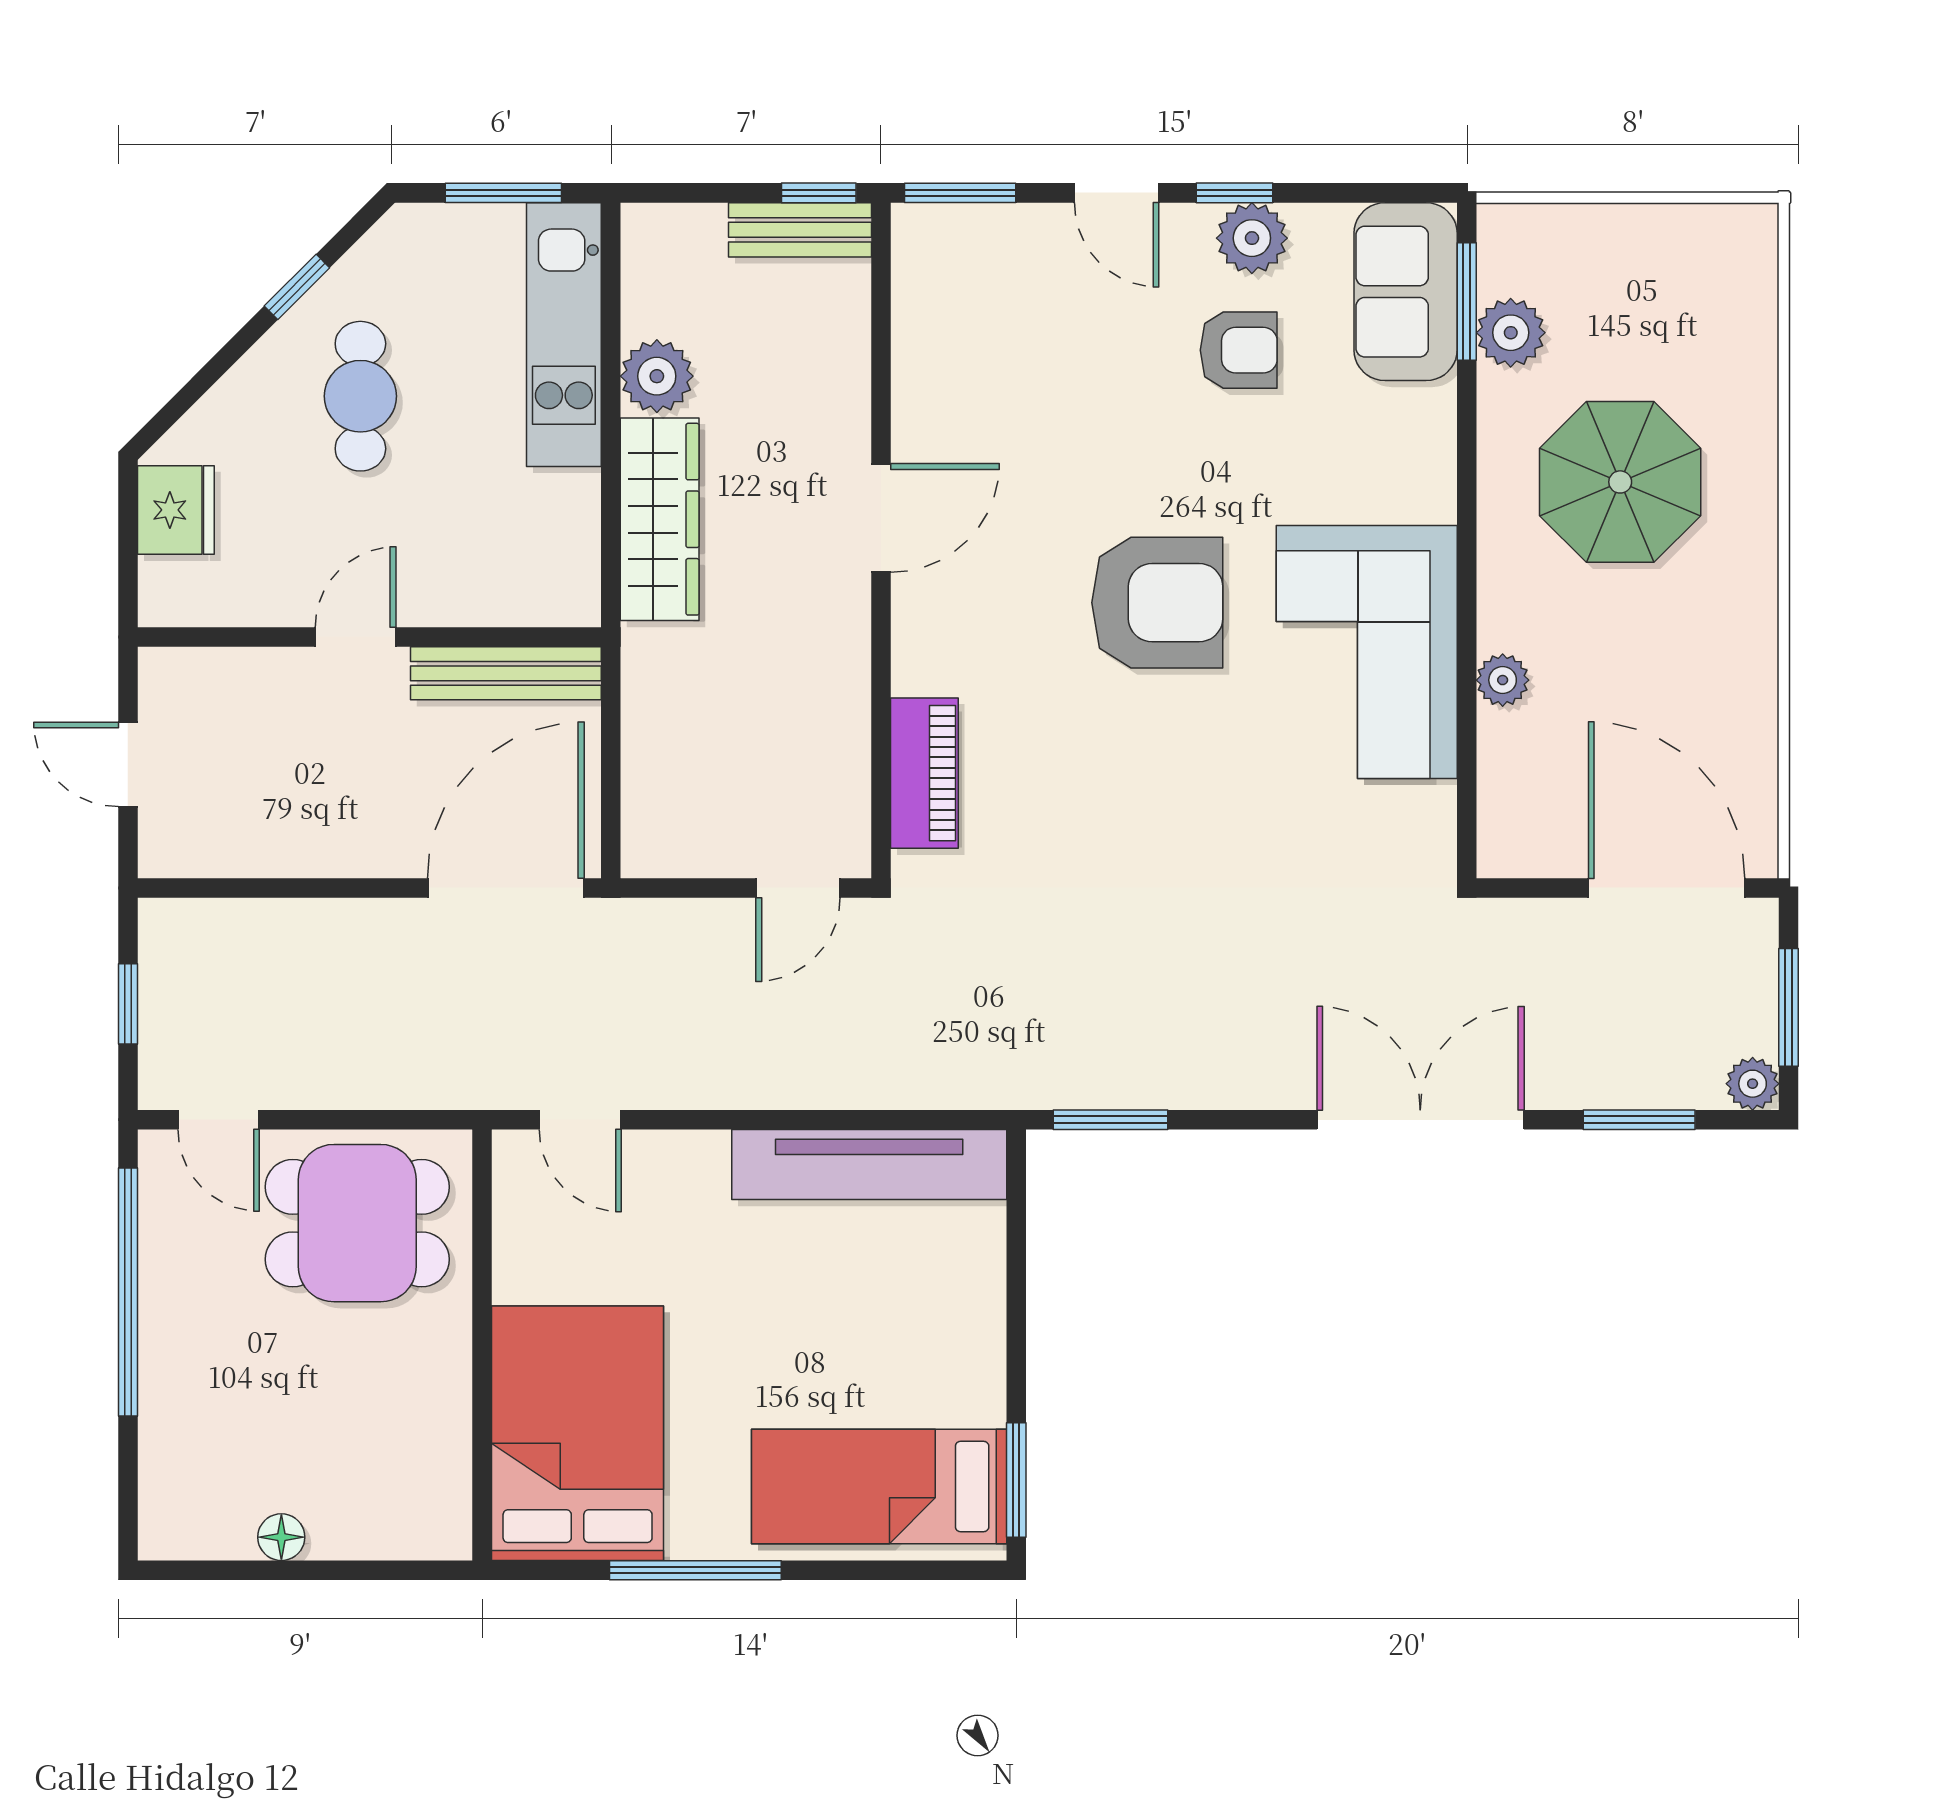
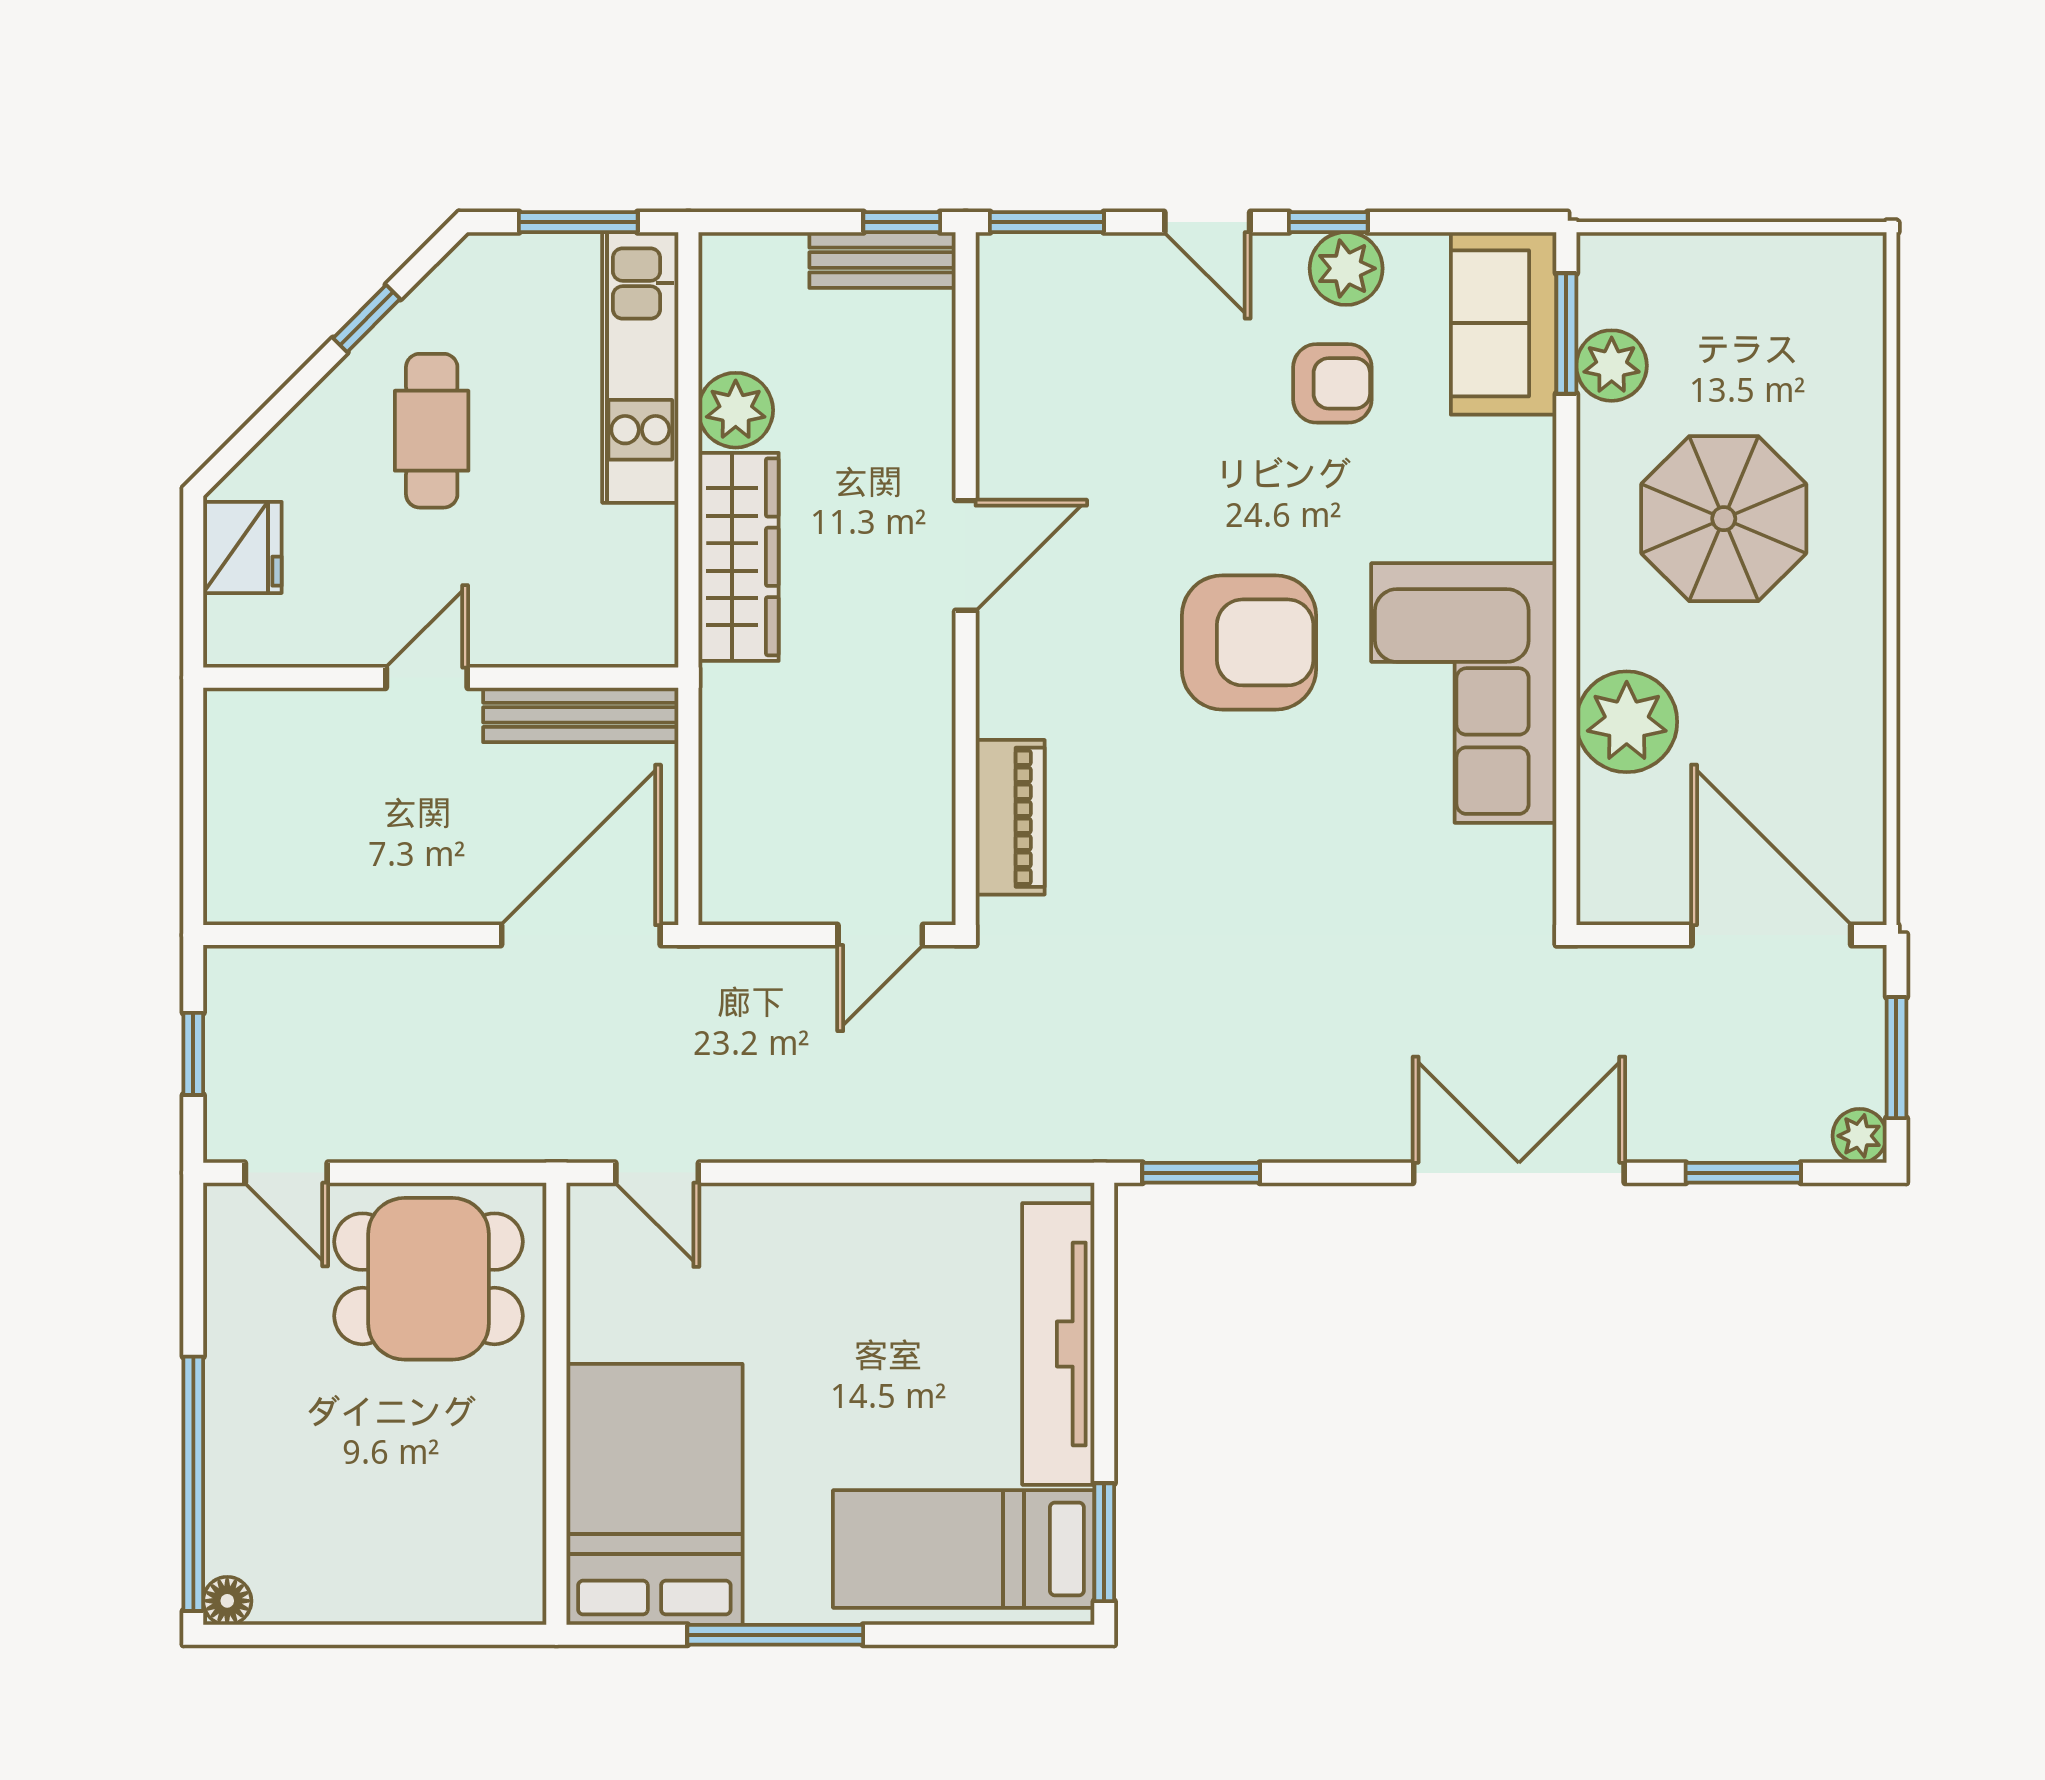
plant: (1503, 680) -> (1627, 722), width x1.88, depth x1.88
door: (128, 764) -> (193, 808), removed
tv unit: (869, 1164) -> (1058, 1344), moved, turned 90
window: (128, 1292) -> (193, 1484), moved
floor lamp: (281, 1537) -> (227, 1601), moved

